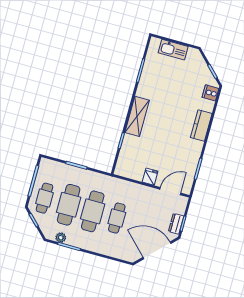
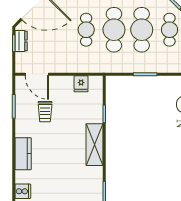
trolley: (172, 157) -> (45, 112), added
fridge: (150, 177) -> (81, 84), moved
door: (170, 191) -> (37, 74), hinge flipped

